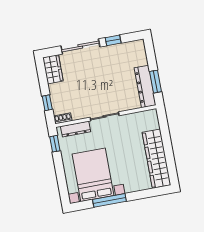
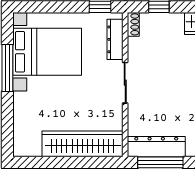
window: (156, 82) -> (160, 162), width x1.44
wardrobe: (156, 159) -> (83, 144), moved

